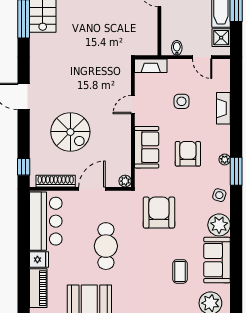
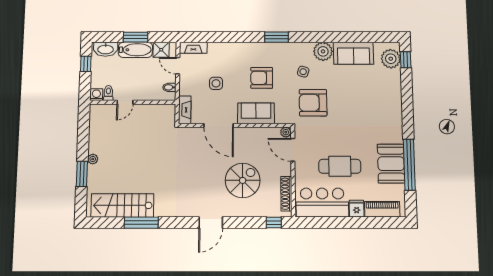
door: (202, 57) -> (178, 66), swing flipped
door: (133, 105) -> (219, 125), width x1.87
fireplace: (223, 108) -> (193, 48), moved
plant: (225, 159) -> (266, 47), removed
door: (92, 189) -> (293, 150), moved
side table: (219, 195) -> (303, 72), moved
cafe table: (106, 246) -> (340, 166), moved
coffee table: (180, 271) -> (364, 85), removed

